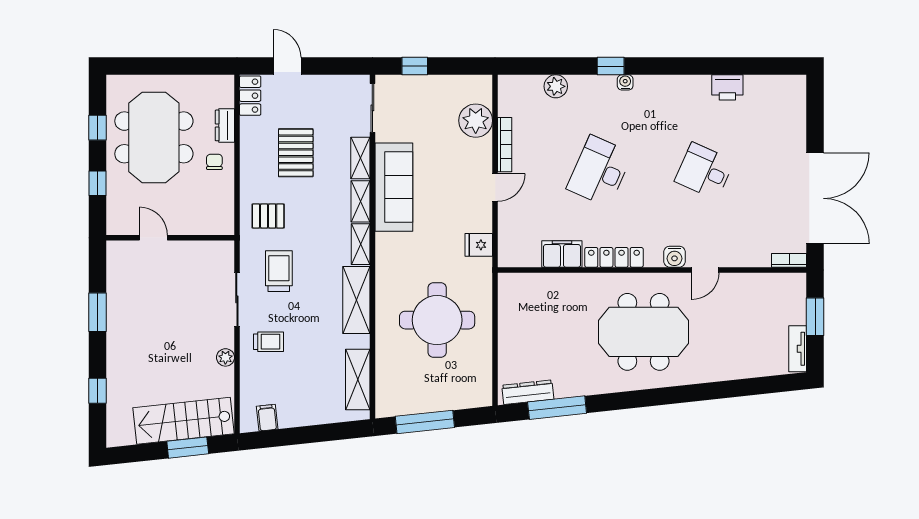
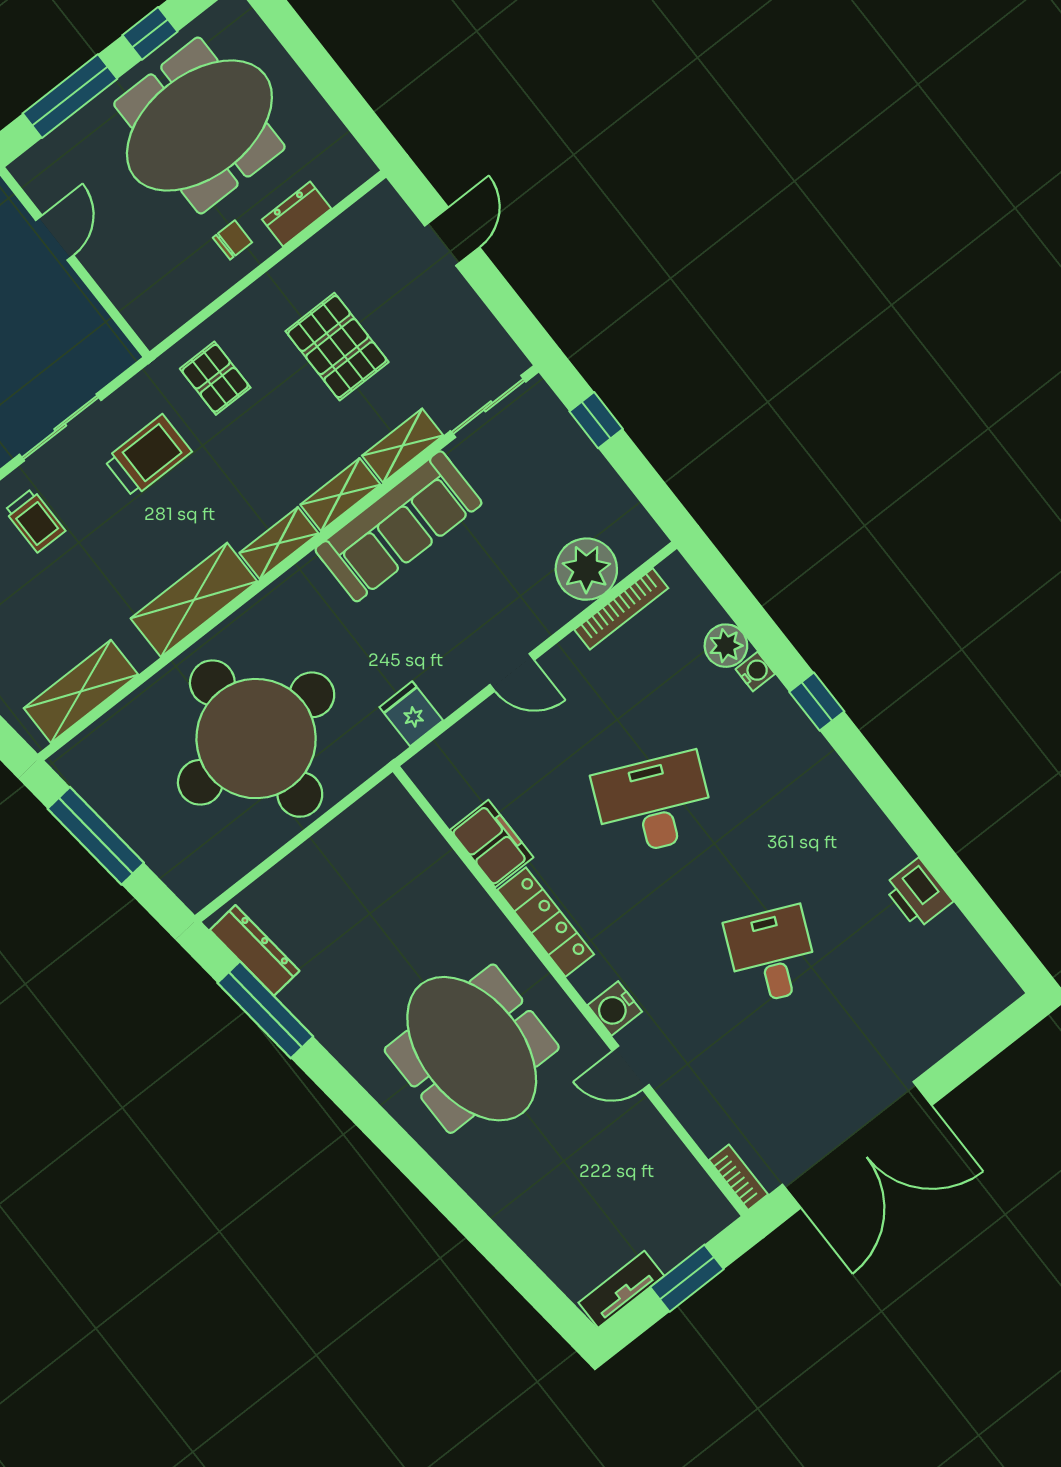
water cooler: (625, 82) -> (755, 672), moved
locker: (250, 96) -> (368, 217), removed
bookcase: (505, 145) -> (621, 609), moved
pallet: (296, 153) -> (337, 347), turned 90
window: (98, 183) -> (70, 96), width x2.17
round table: (437, 320) -> (256, 739), width x1.36, depth x1.36

